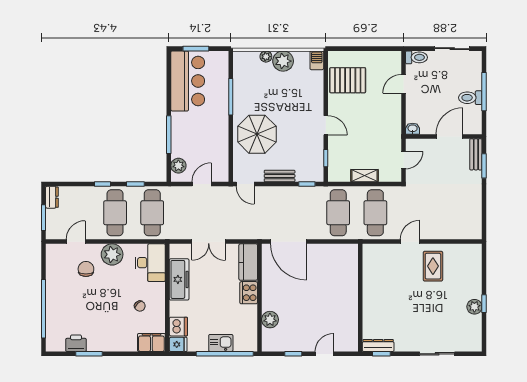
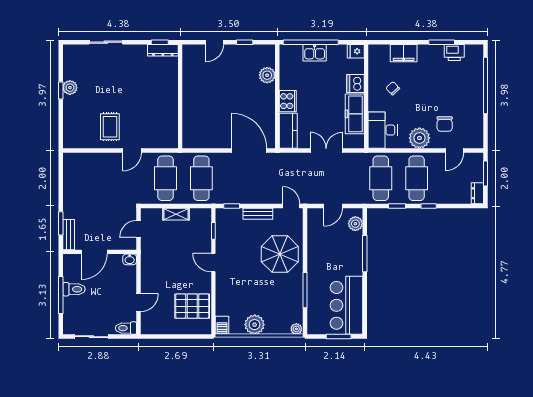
plant: (266, 57) -> (296, 329), moved
dishwasher: (178, 327) -> (356, 84), moved
filing cabinet: (151, 342) -> (404, 53), moved

